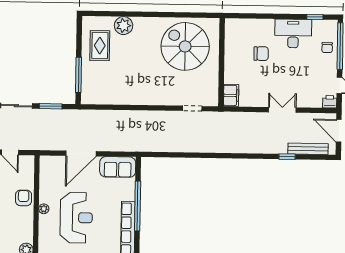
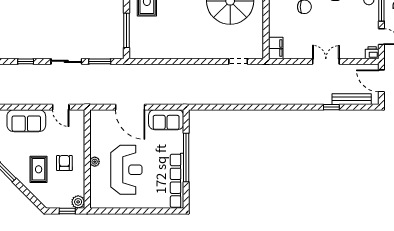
door: (81, 153) -> (130, 107), hinge flipped
armchair: (24, 198) -> (64, 163), moved

